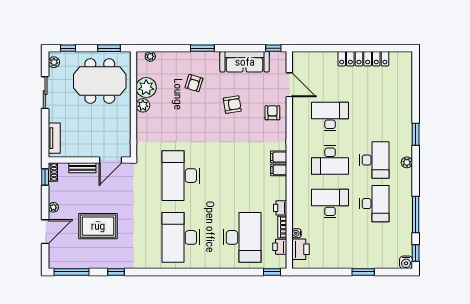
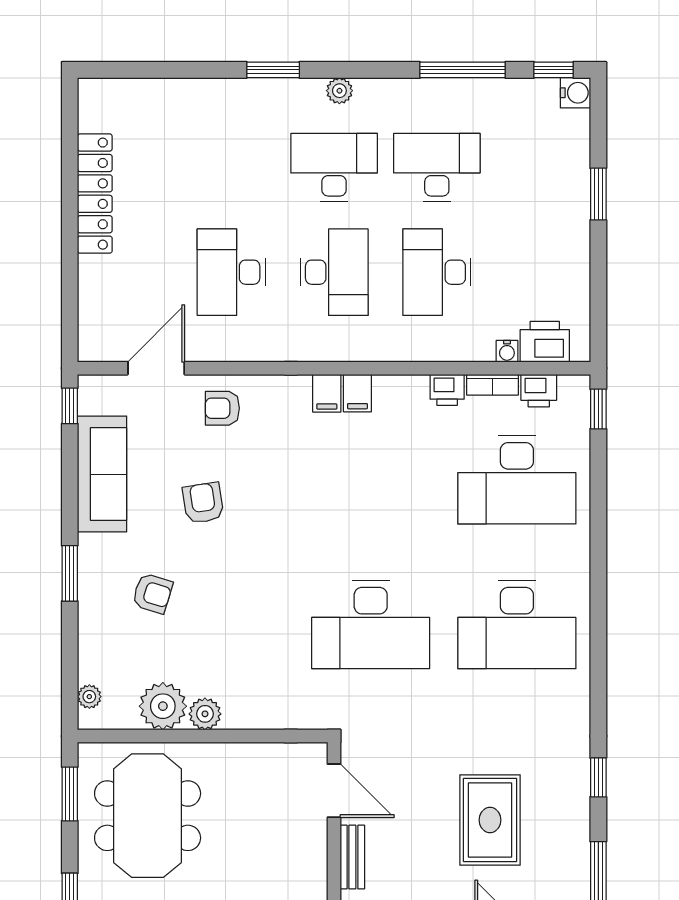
desk: (242, 237) -> (517, 480), turned 180

